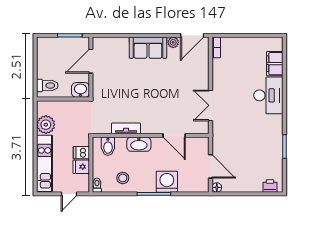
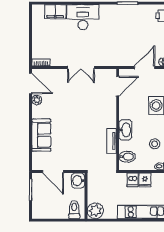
sofa: (148, 48) -> (41, 135), moved
double door: (210, 105) -> (81, 68), moved
plant: (46, 125) -> (95, 211), moved
door: (174, 135) -> (118, 86), moved

